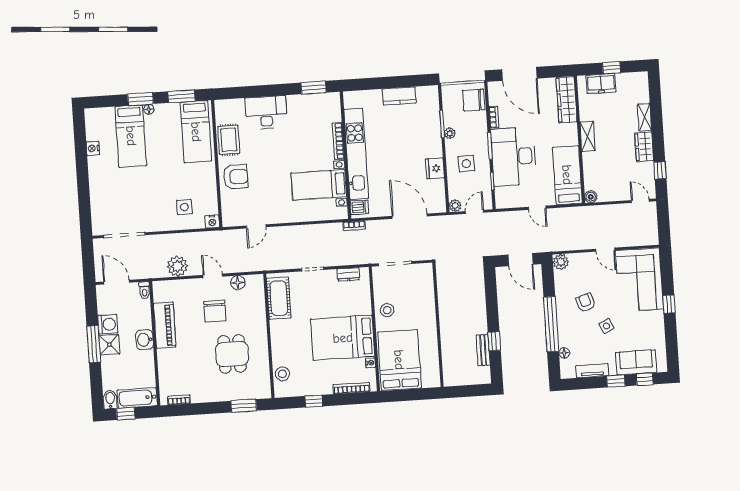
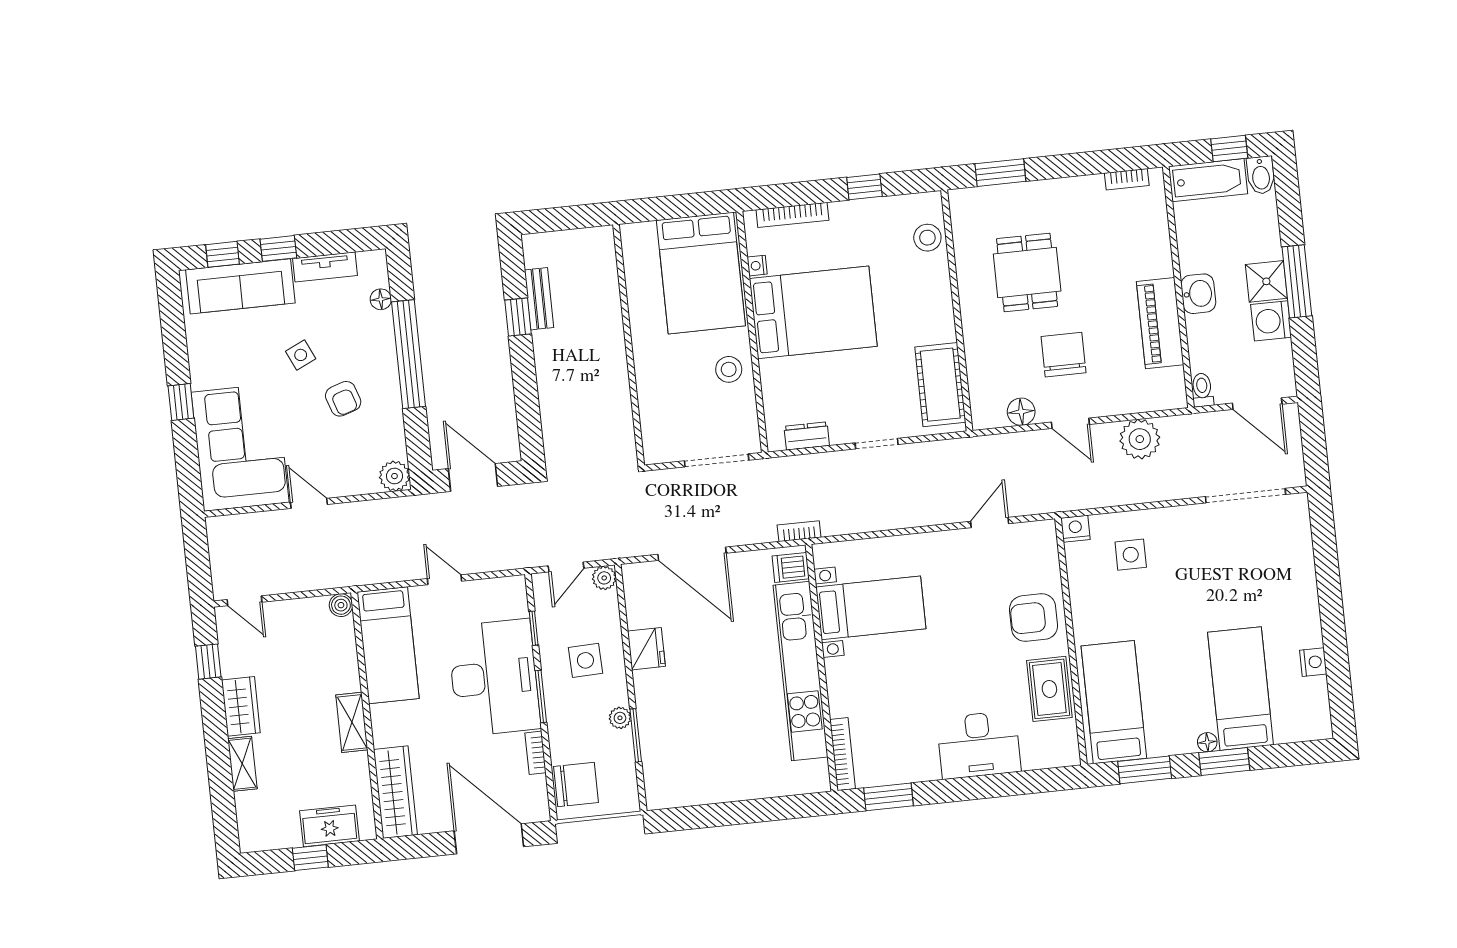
kitchen counter: (399, 96) -> (721, 787), removed
bookcase: (338, 141) -> (843, 754), moved
sofa: (636, 362) -> (240, 286), width x1.36

